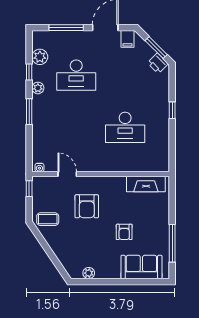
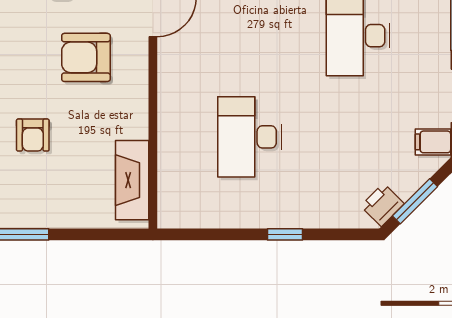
armchair: (124, 232) -> (33, 135), turned -90

